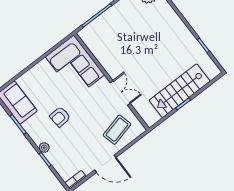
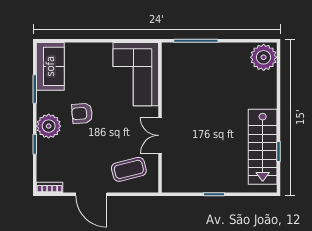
stairs: (180, 91) -> (263, 147), moved, turned -90
double door: (120, 93) -> (160, 135), swing flipped
plant: (44, 148) -> (49, 126), width x1.87, depth x1.87

